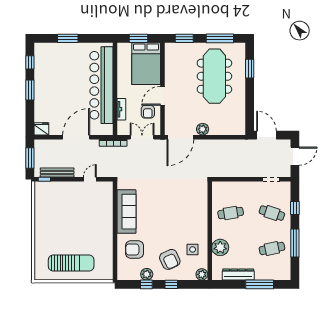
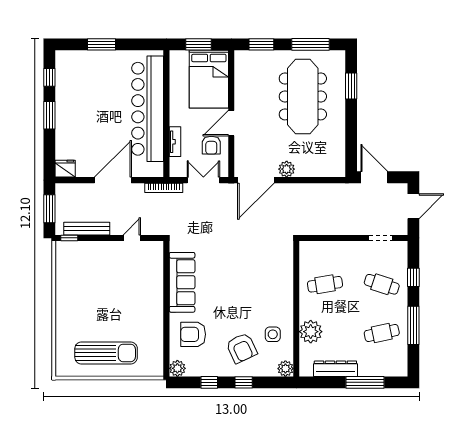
plant: (147, 274) -> (177, 368), moved

